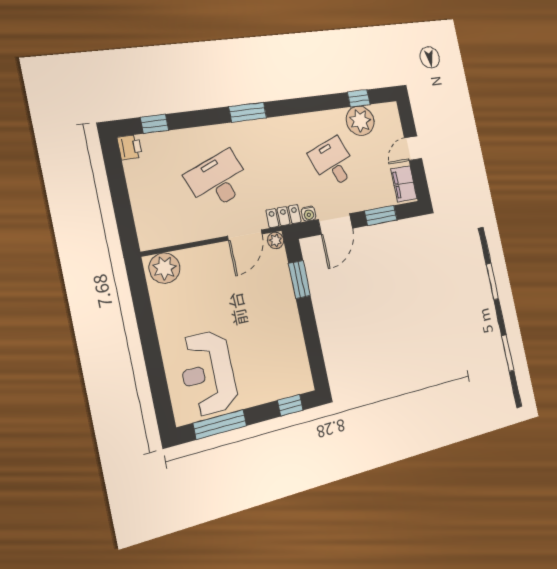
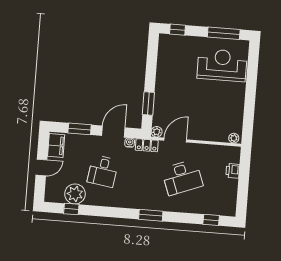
printer: (130, 147) -> (233, 171), moved
desk: (333, 162) -> (103, 171), turned 30
plant: (164, 268) -> (234, 138), width x0.53, depth x0.53
reception desk: (208, 373) -> (222, 65), turned -90

